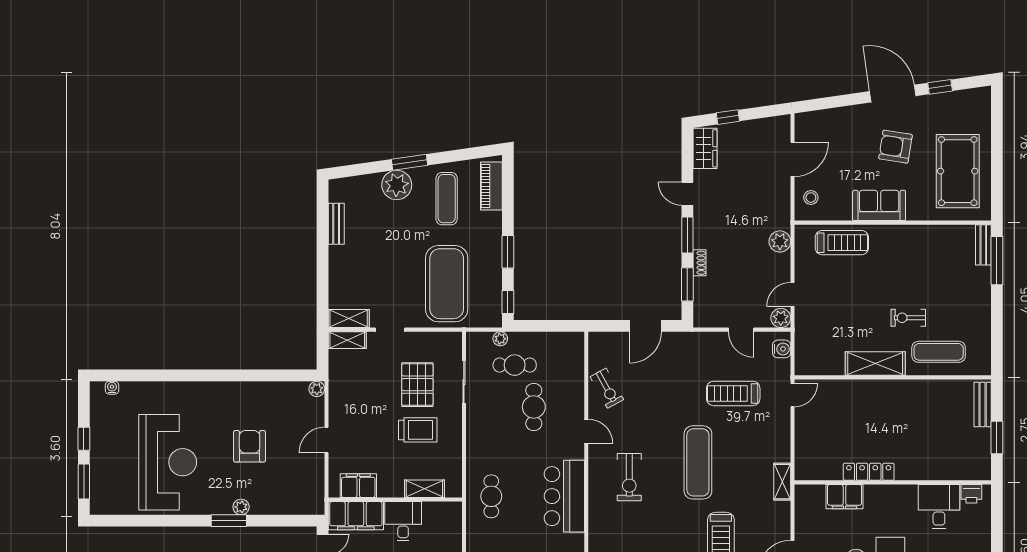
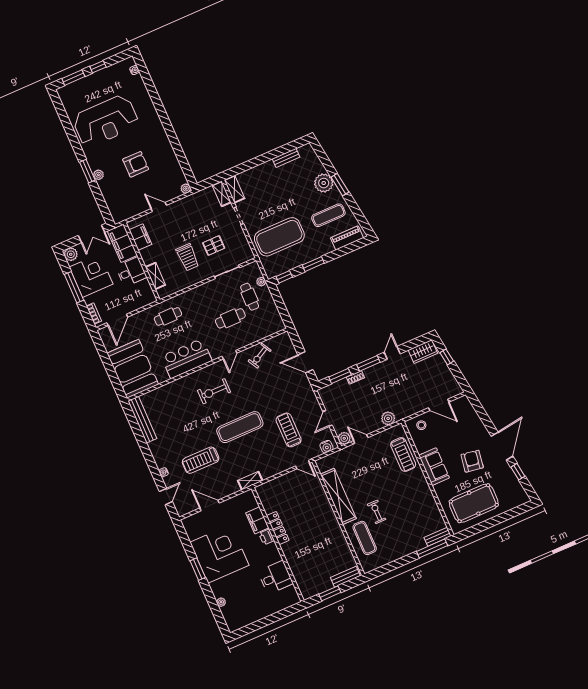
shelving: (875, 364) -> (338, 496), width x1.47
pallet: (417, 385) -> (214, 245), width x0.67, depth x0.71
printer: (971, 494) -> (267, 537), moved

